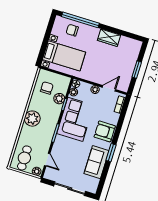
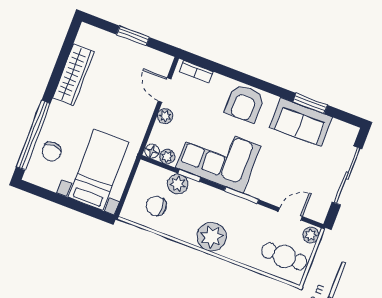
wardrobe: (109, 38) -> (73, 75), width x1.50
window: (111, 153) -> (310, 103), moved

